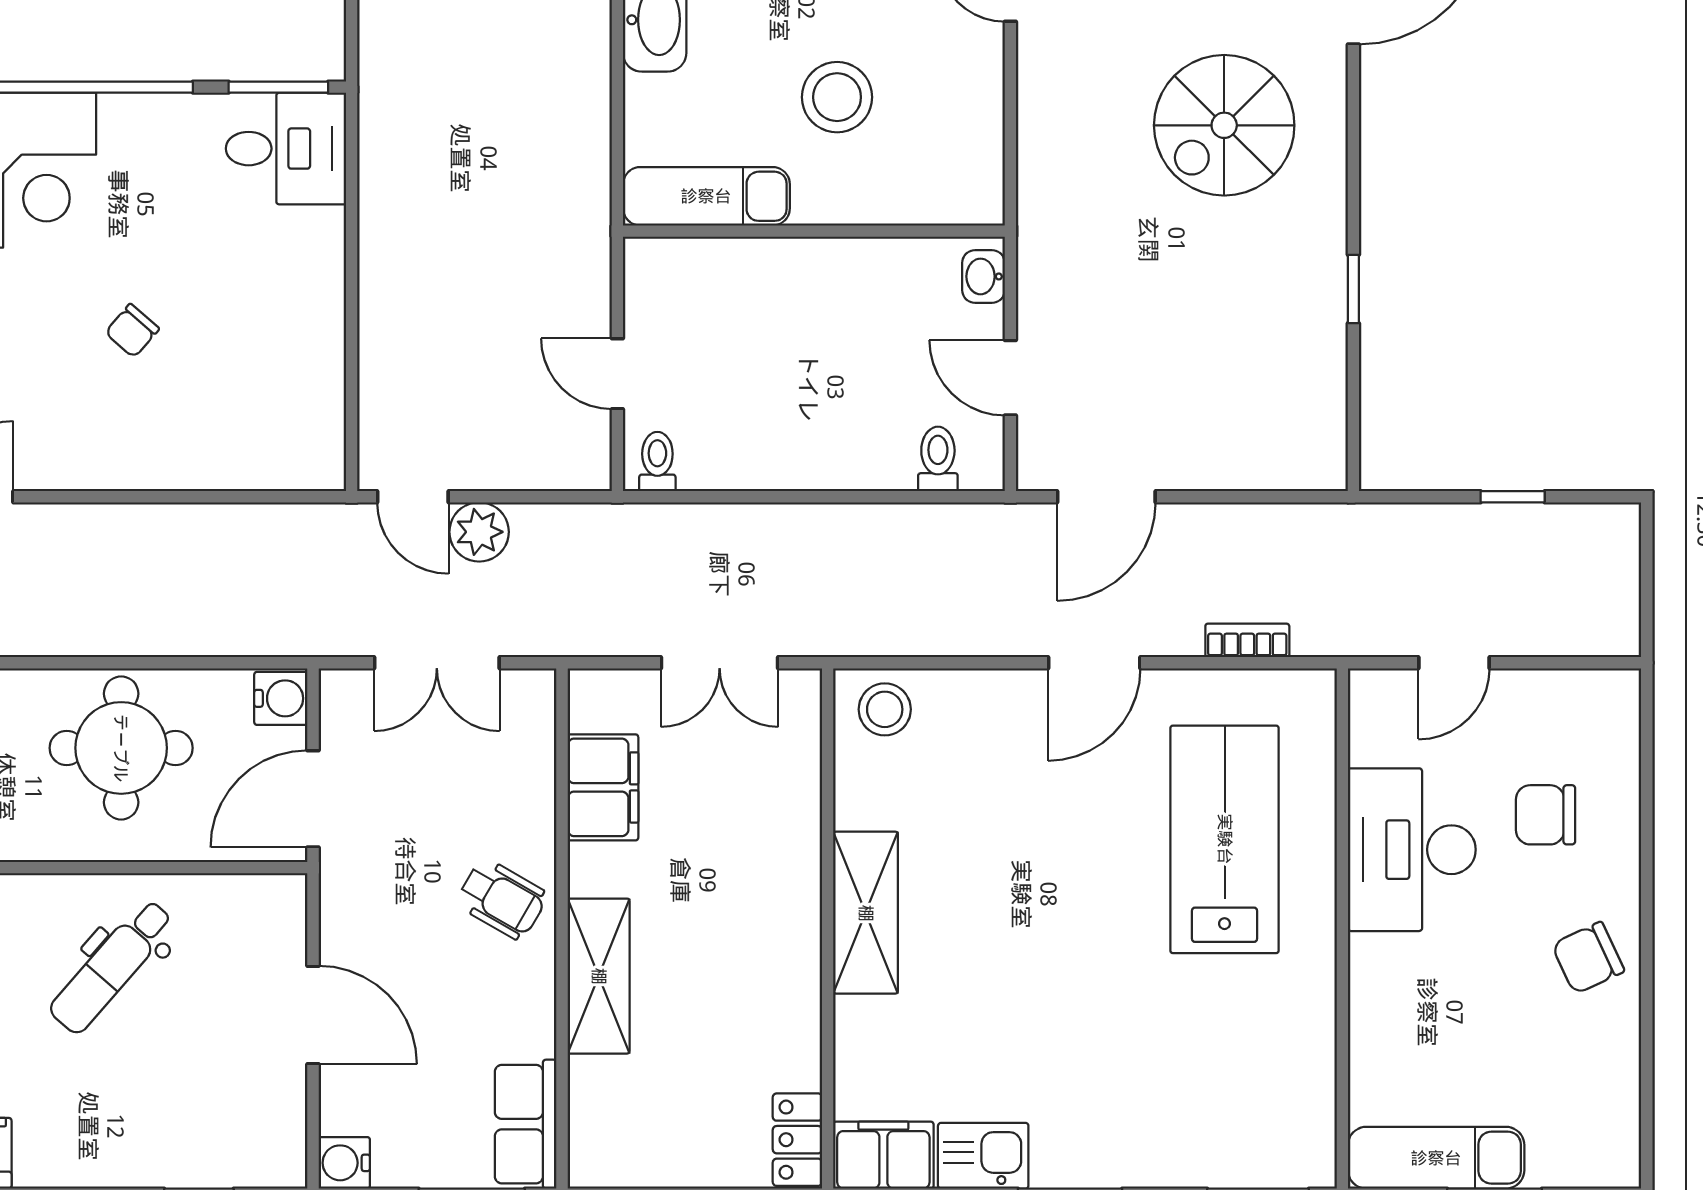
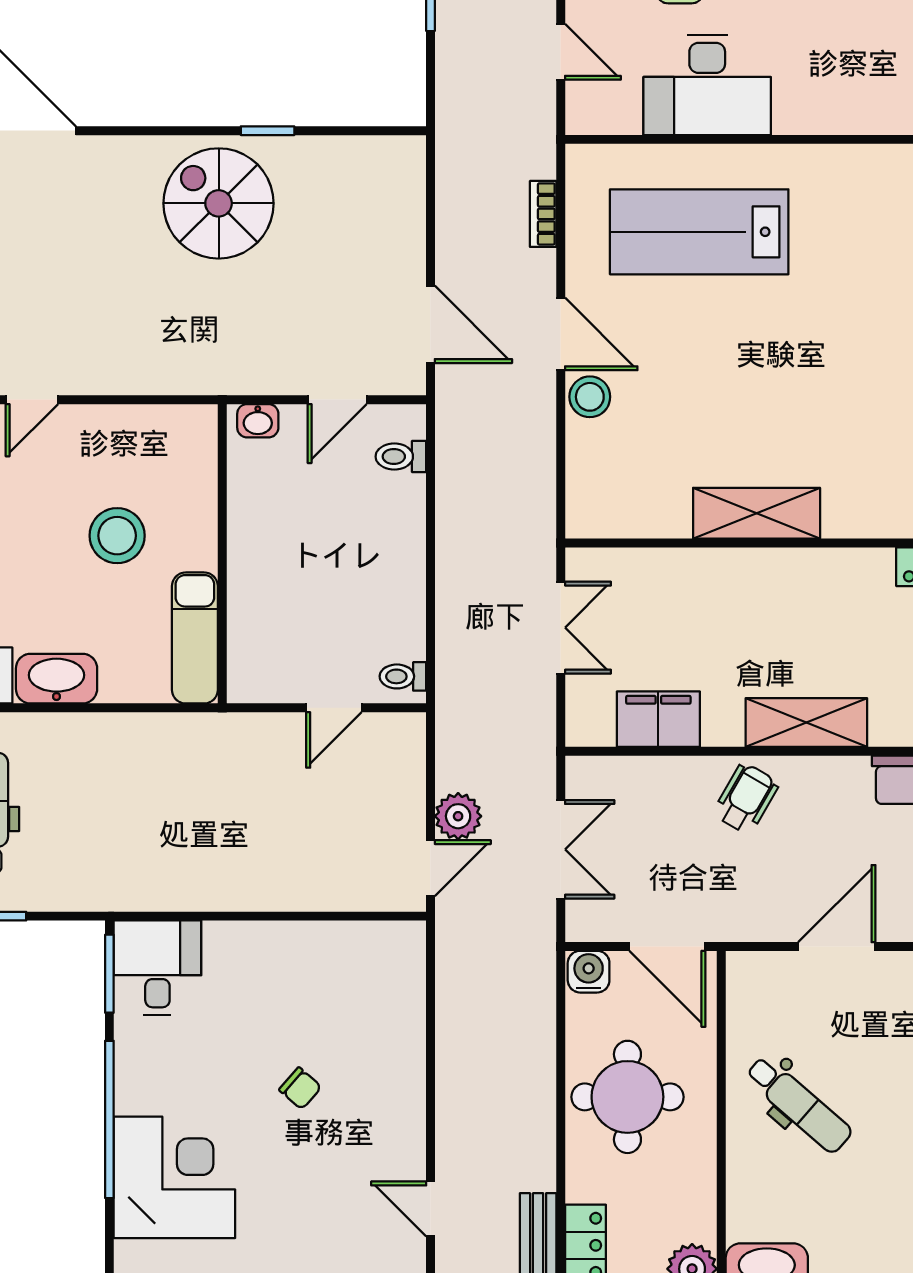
spiral stairs: (1224, 125) -> (219, 203), moved, turned 180
stool: (885, 709) -> (590, 397), moved

